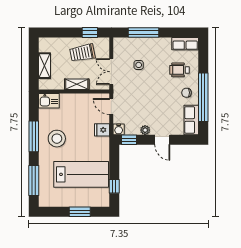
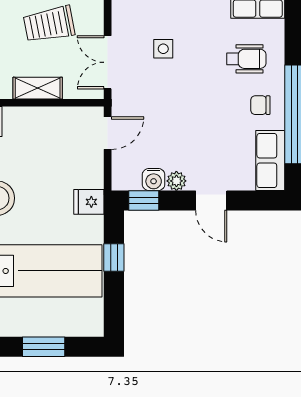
wheelchair: (180, 70) -> (246, 59), turned 180
door: (111, 106) -> (108, 133), swing flipped
water cooler: (119, 129) -> (154, 180), moved
fridge: (102, 130) -> (89, 202), moved
window: (114, 186) -> (114, 257), moved

